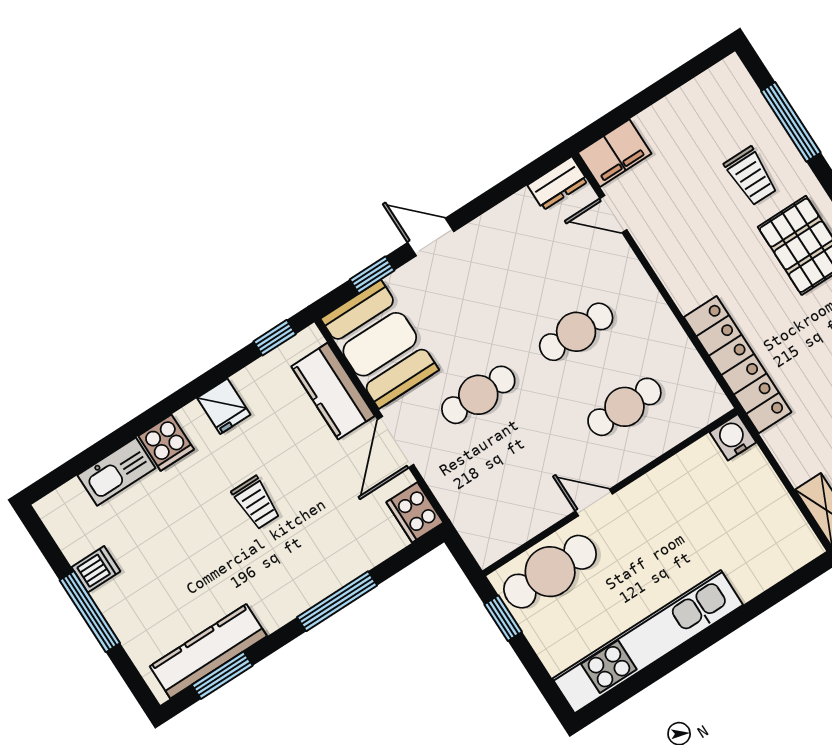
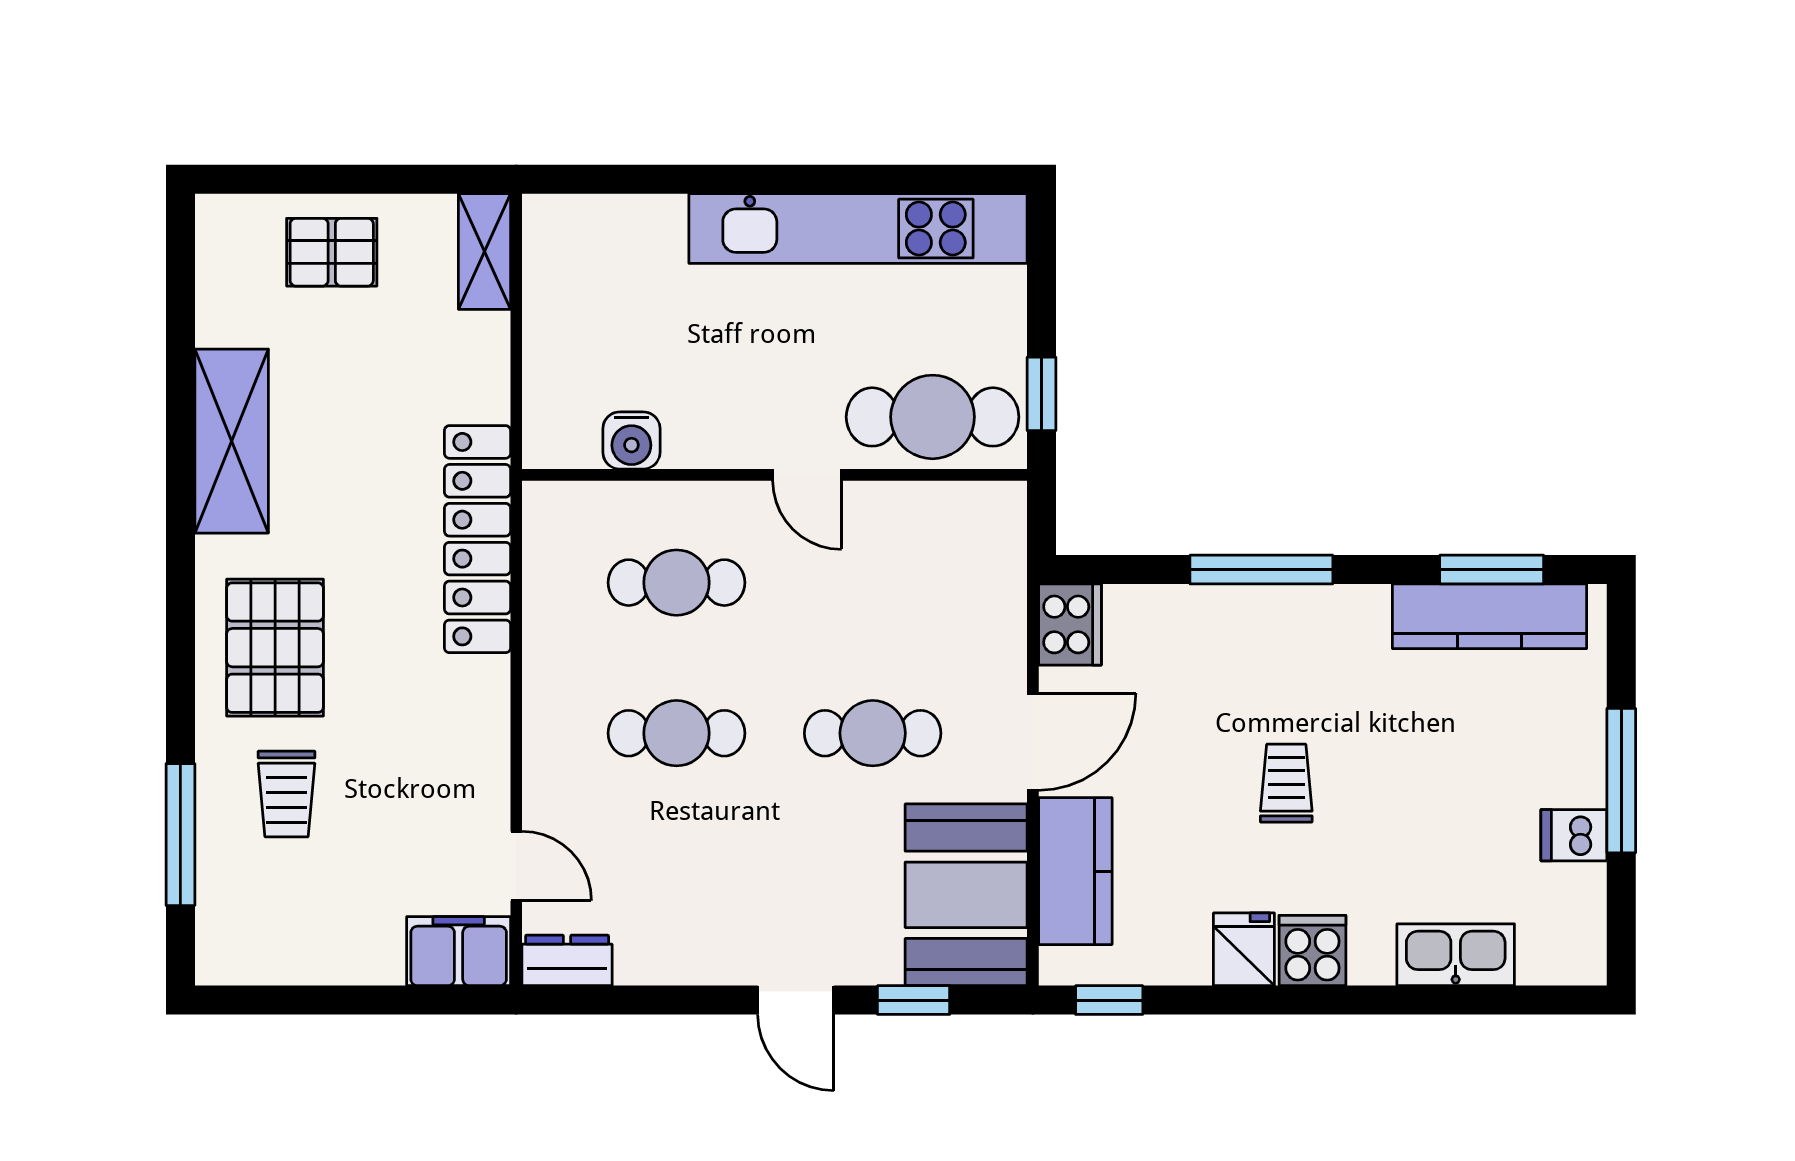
trolley: (751, 176) -> (286, 794), turned 180
water cooler: (733, 437) -> (631, 440), moved
cooker: (166, 443) -> (1312, 951), moved

